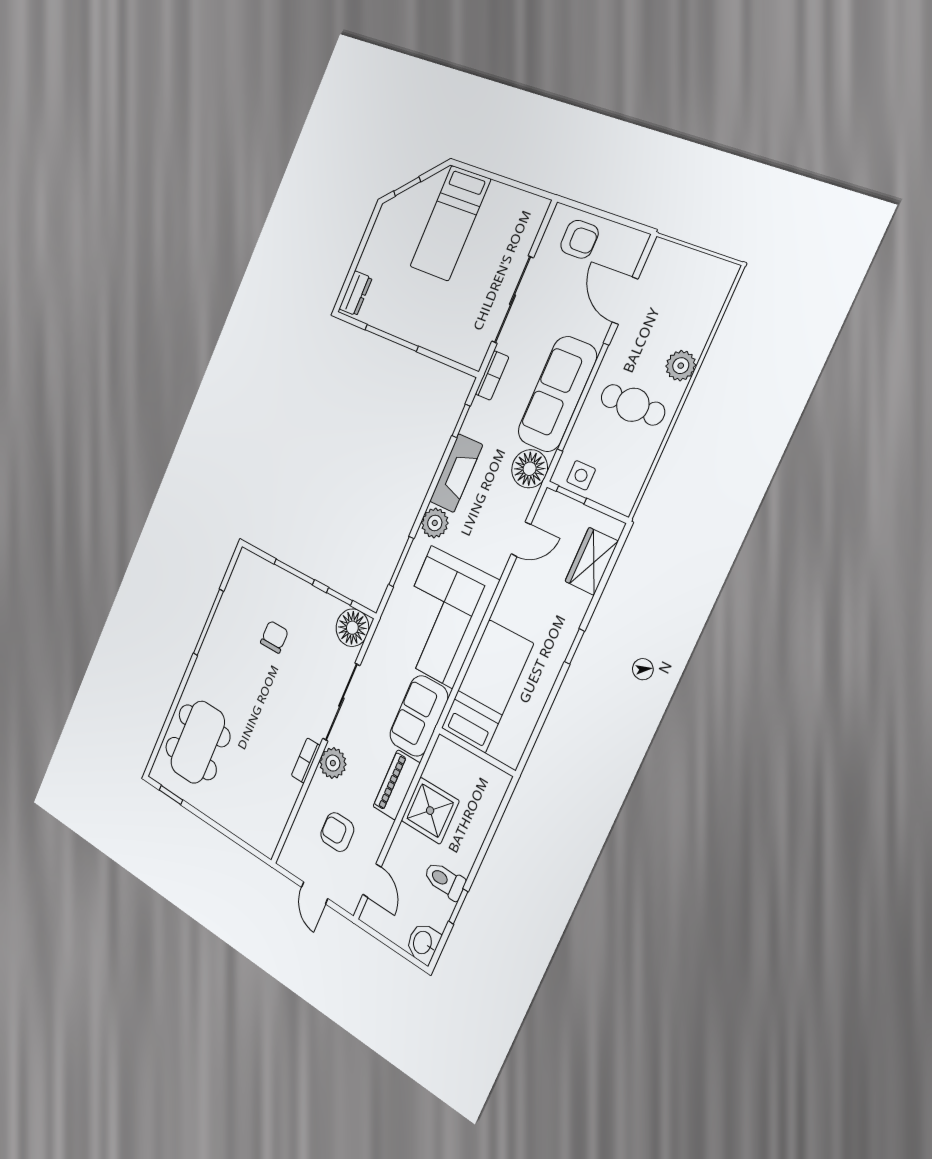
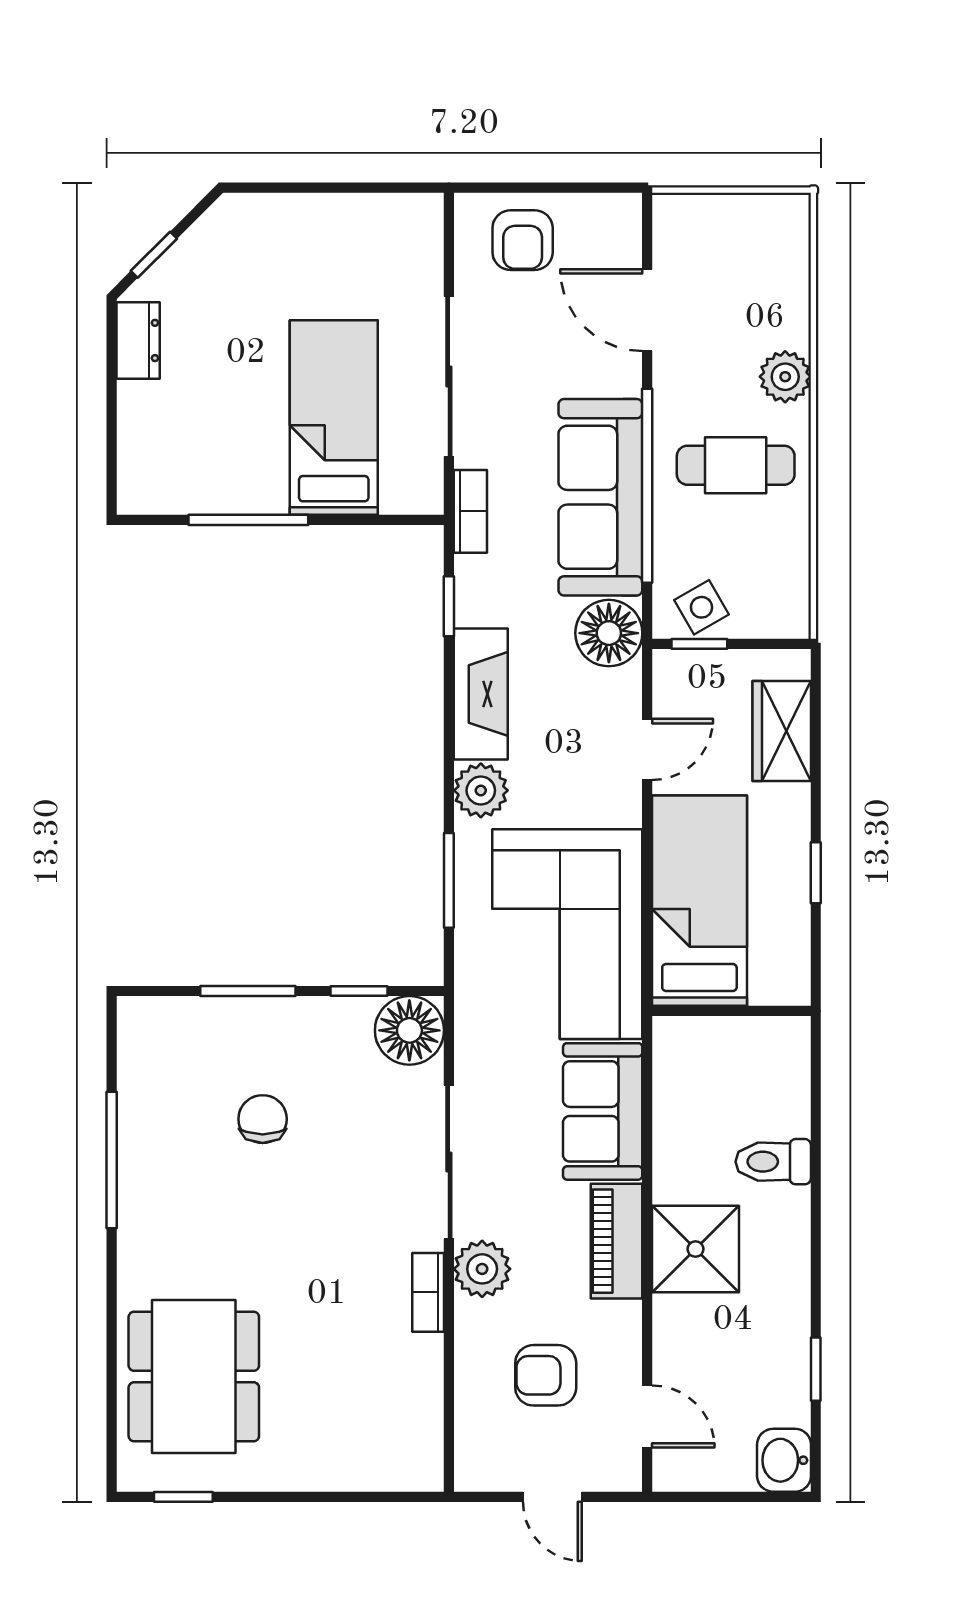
bed: (450, 223) -> (334, 418), moved, turned 180
armchair: (579, 239) -> (523, 240), turned 90
dresser: (356, 293) -> (138, 340), moved
side table: (581, 475) -> (701, 607), turned -30
bed: (487, 686) -> (699, 901), moved
wall: (477, 752) -> (731, 1011), moved
toilet: (445, 880) -> (773, 1162), moved

